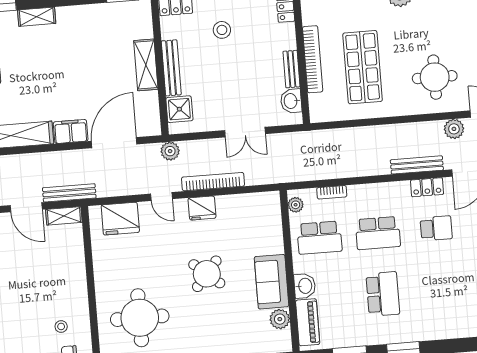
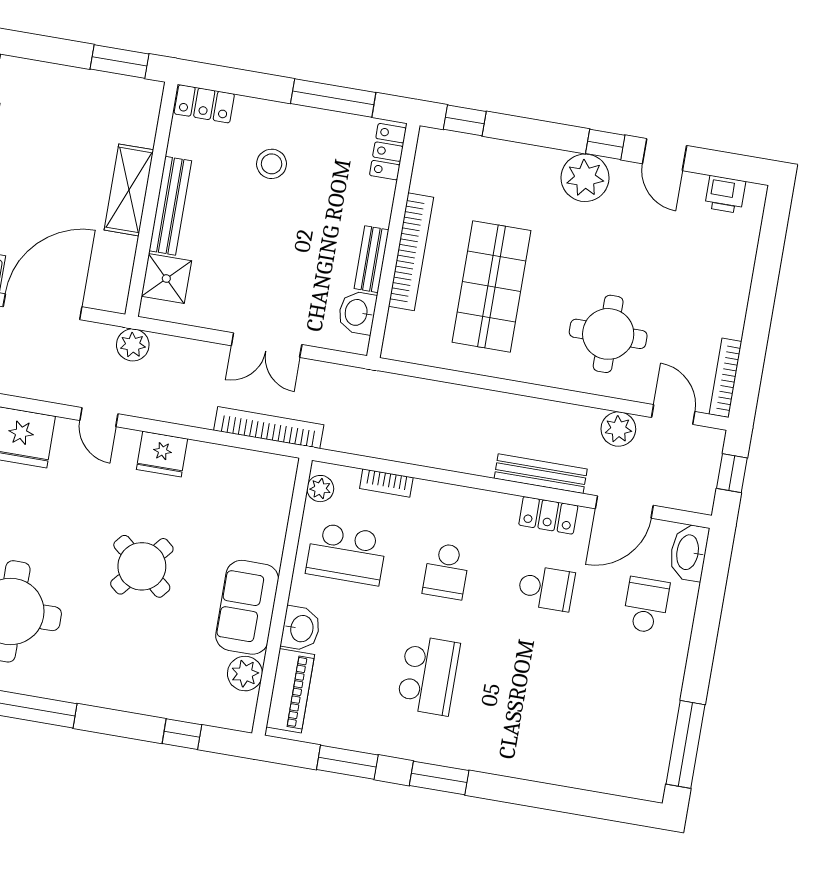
bookcase: (213, 182) -> (269, 428), moved
school desk: (378, 233) -> (446, 571), width x0.54

